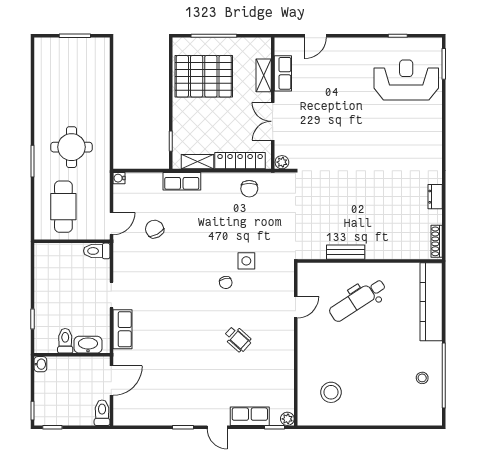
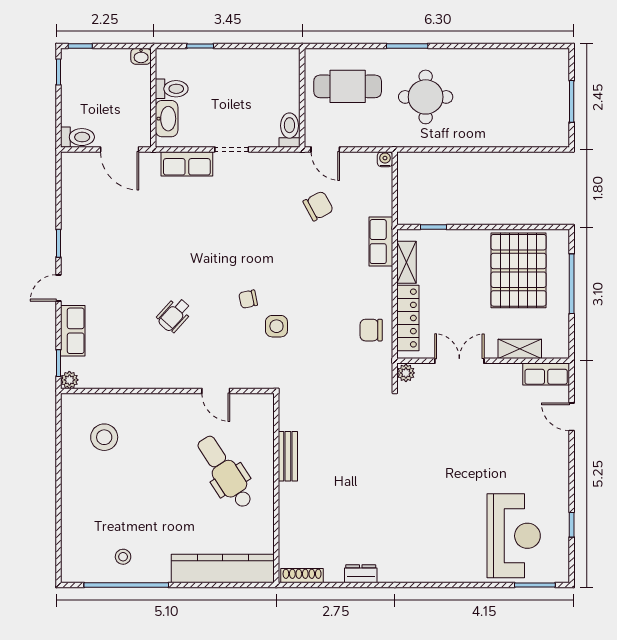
row of seats: (283, 73) -> (546, 374), moved

